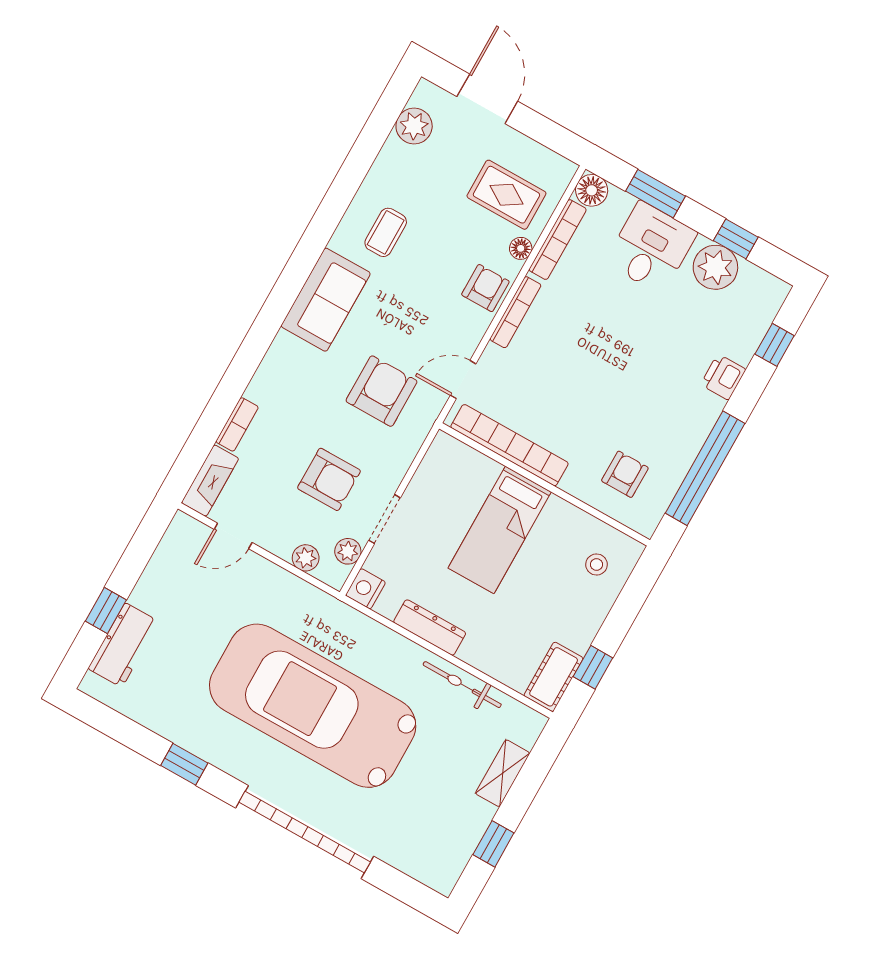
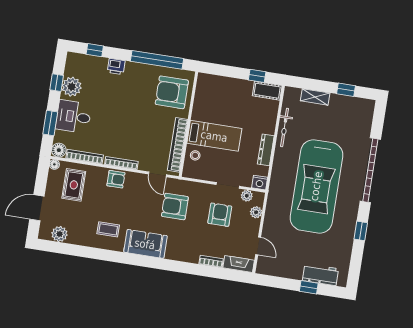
floor lamp: (521, 248) -> (54, 164), moved
armchair: (485, 288) -> (116, 179), turned 180
armchair: (625, 474) -> (172, 92), width x1.88, depth x1.88
stool: (596, 564) -> (195, 155), moved

